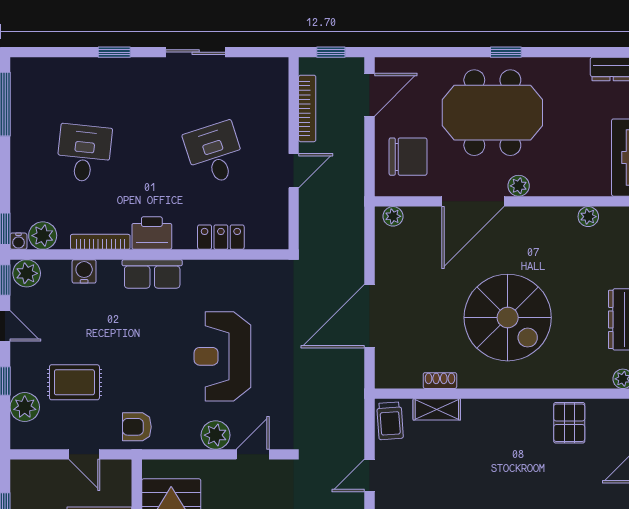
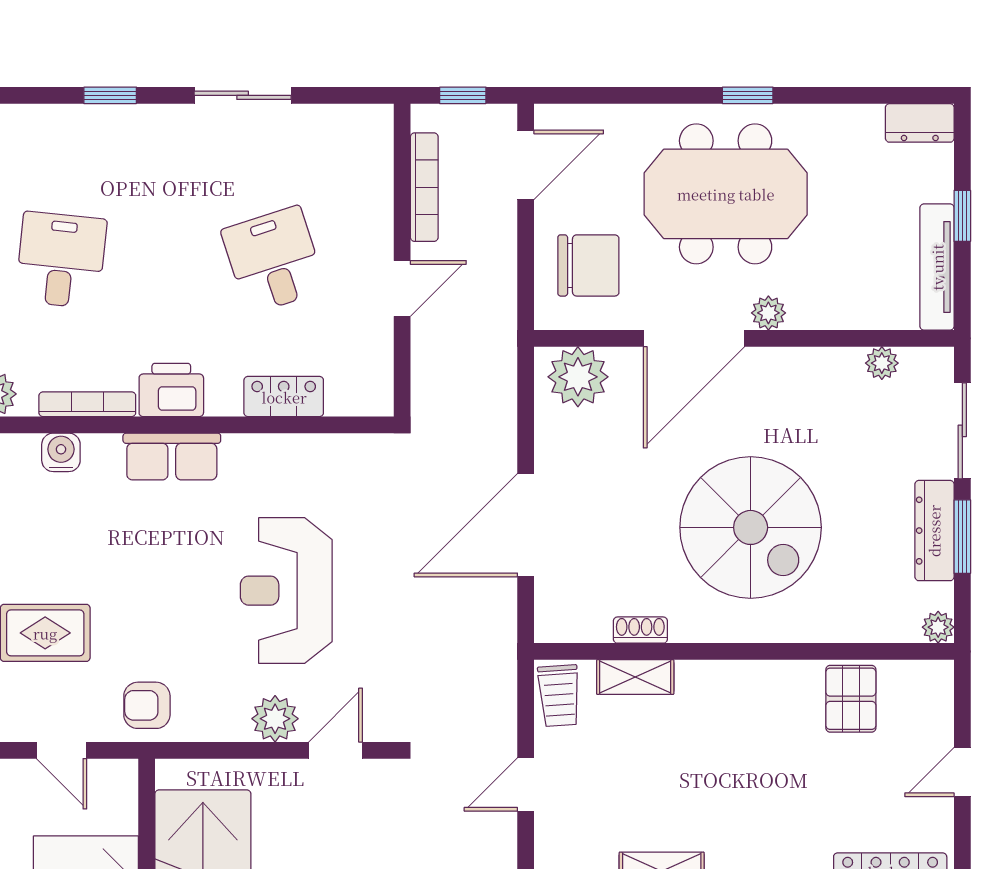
plant: (393, 216) -> (578, 377), width x1.88, depth x1.88

